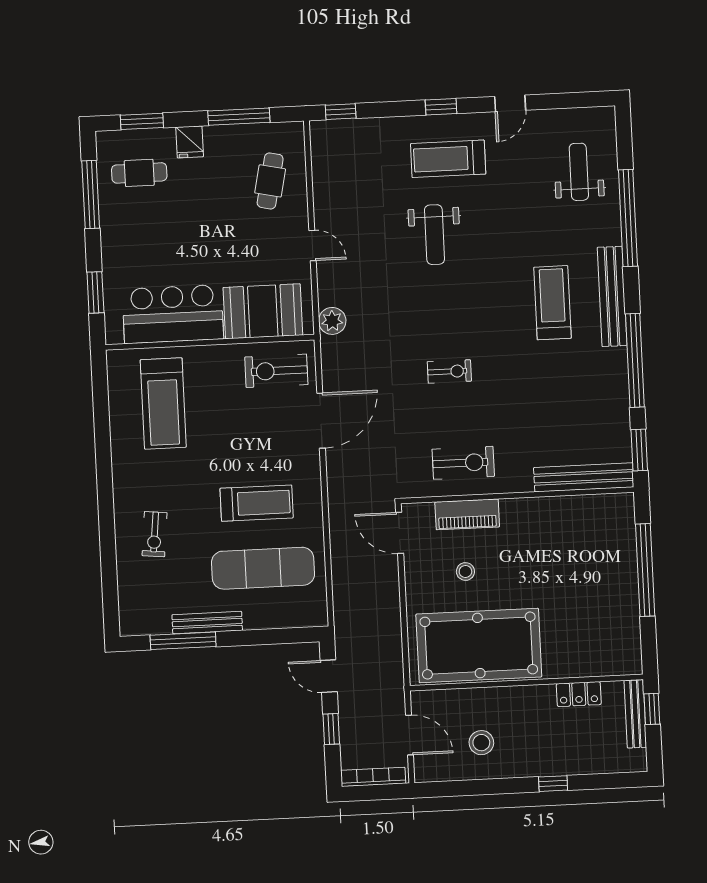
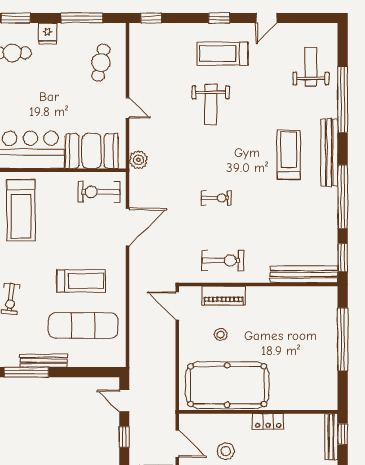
locker: (579, 694) -> (268, 421), moved

